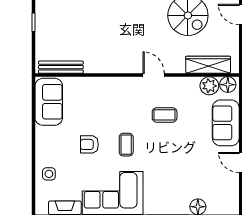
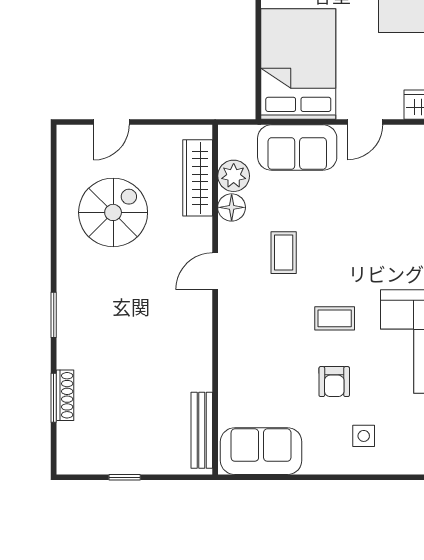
floor lamp: (228, 85) -> (232, 207), moved
side table: (49, 174) -> (364, 436), moved

